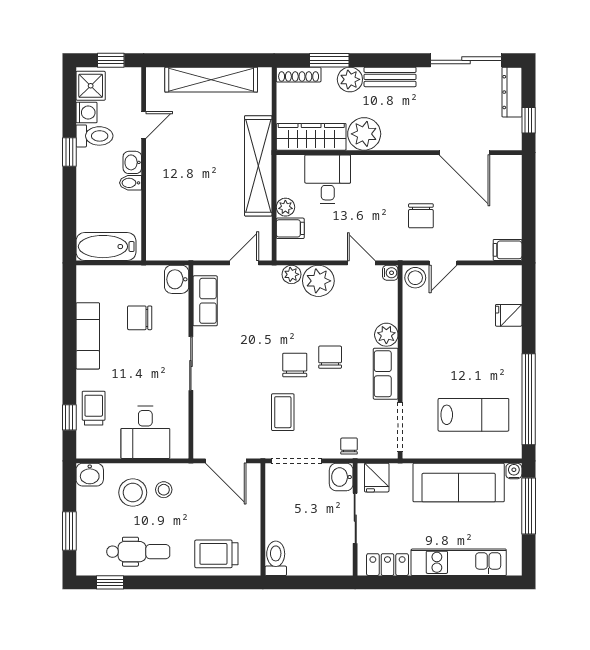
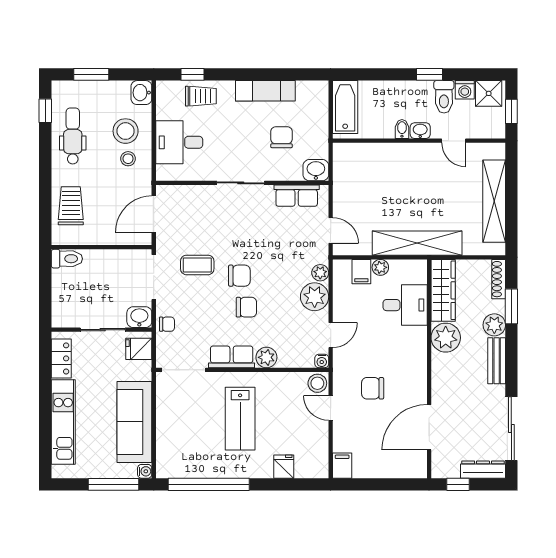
lab bench: (473, 415) -> (240, 419), moved
dental chair: (138, 552) -> (73, 136), turned 180

